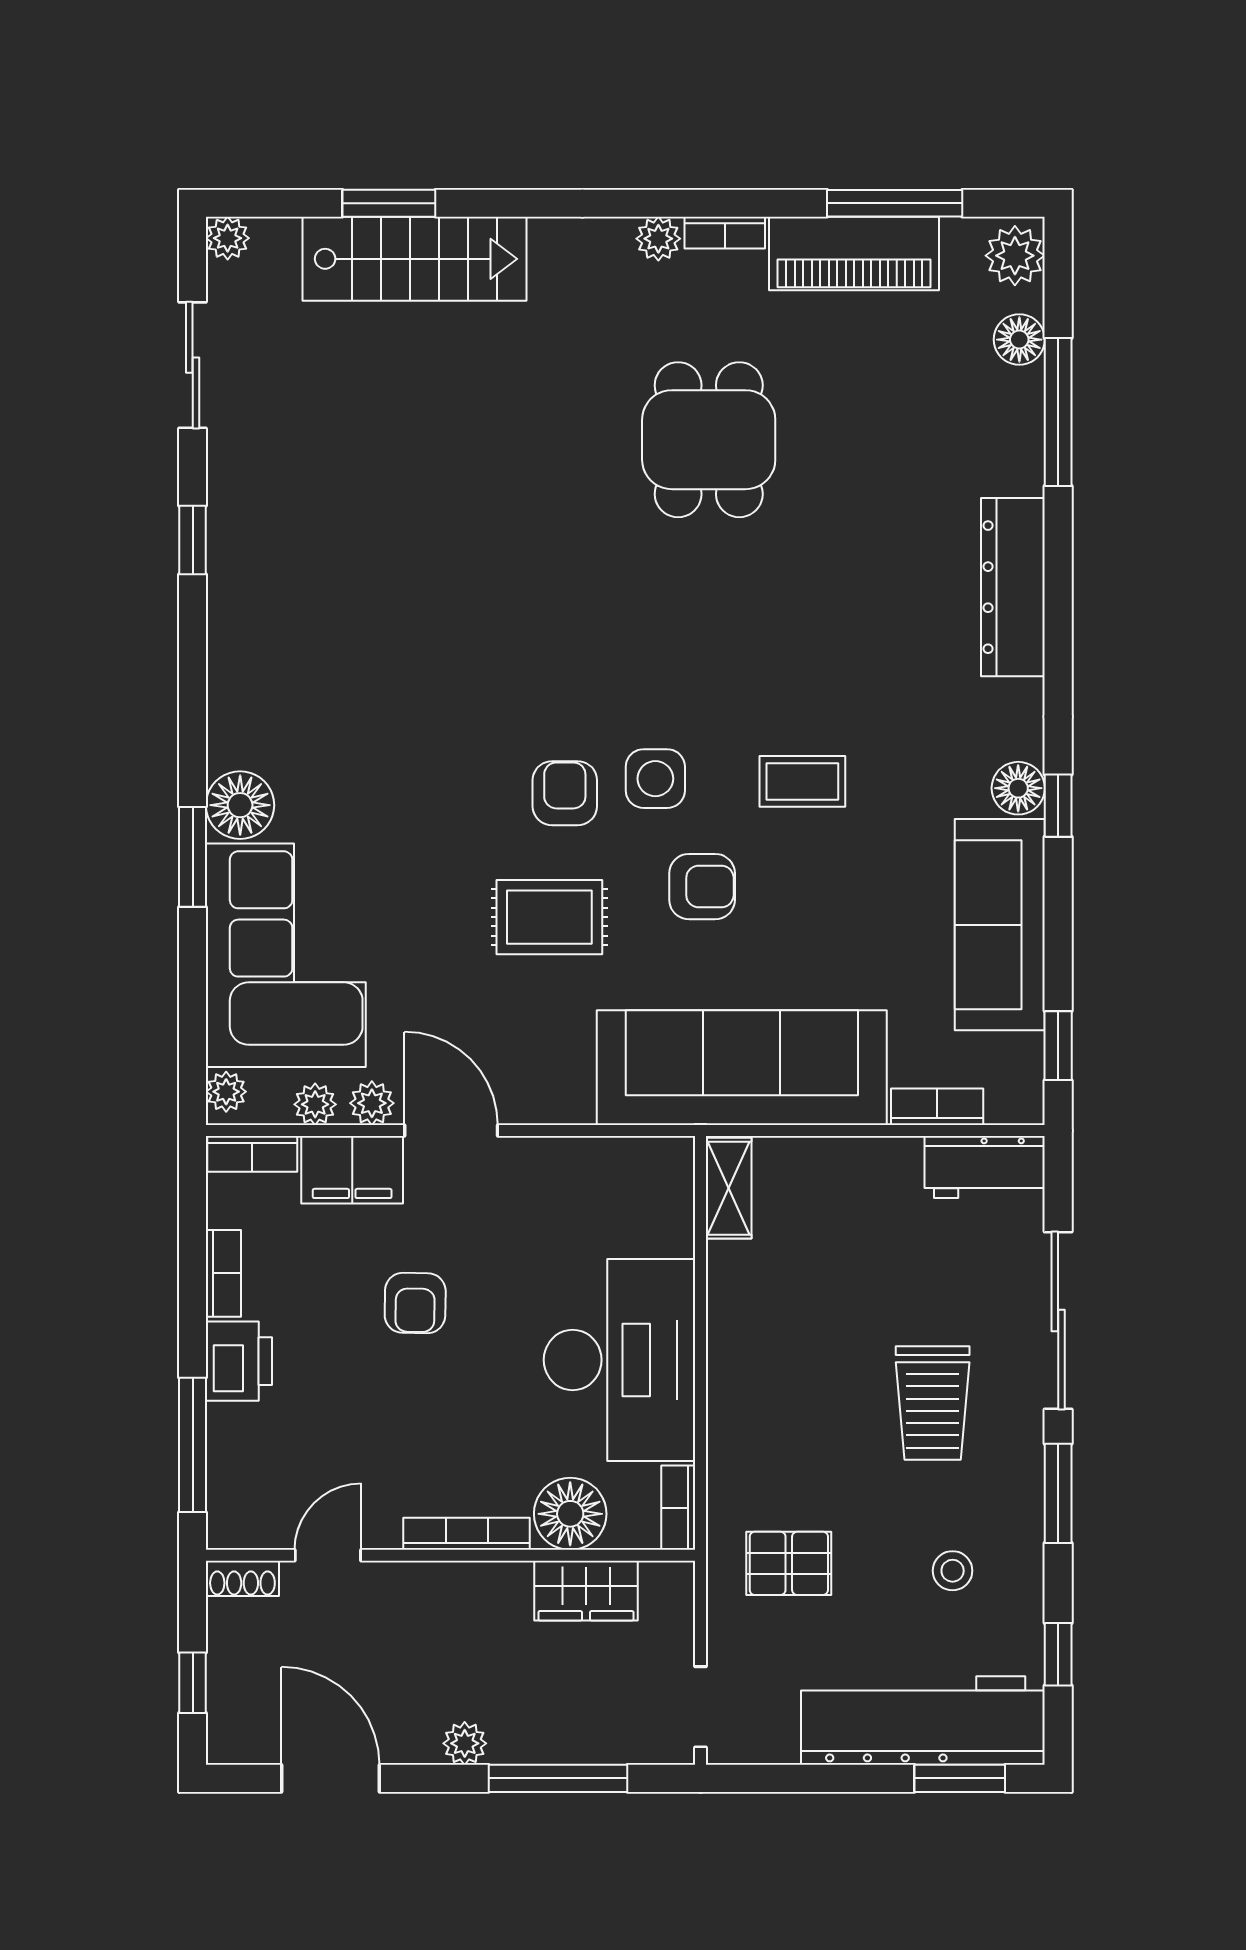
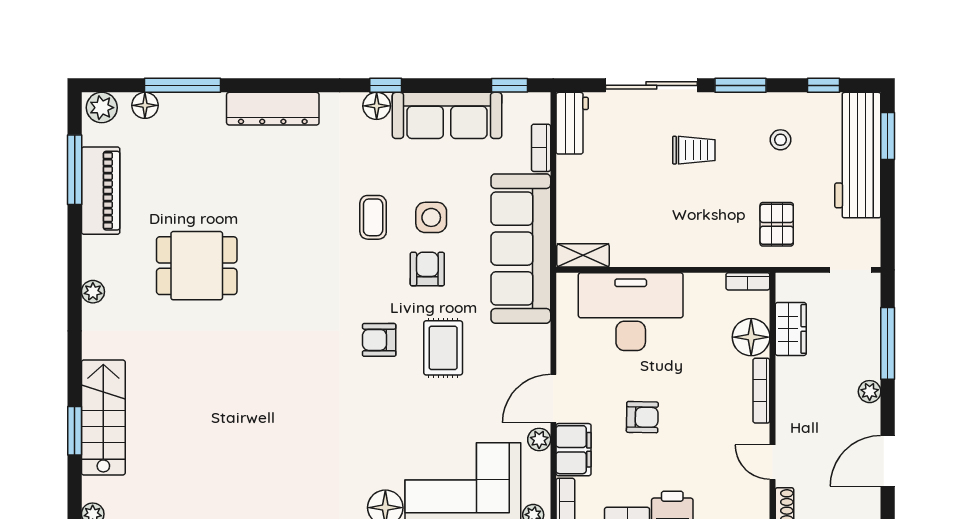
bookcase: (725, 233) -> (90, 257), removed
side table: (655, 779) -> (431, 217), moved
plant: (315, 1104) -> (540, 469), removed
desk: (620, 1360) -> (631, 312), moved
trolley: (933, 1403) -> (694, 150), width x0.73, depth x0.72

